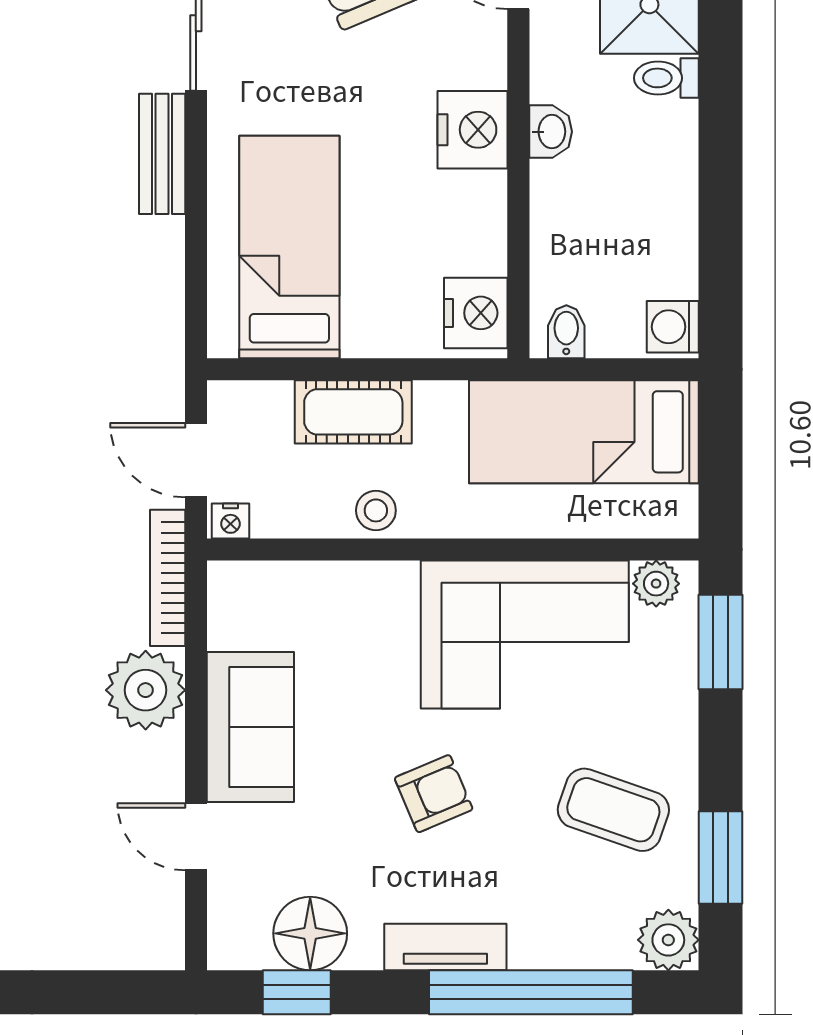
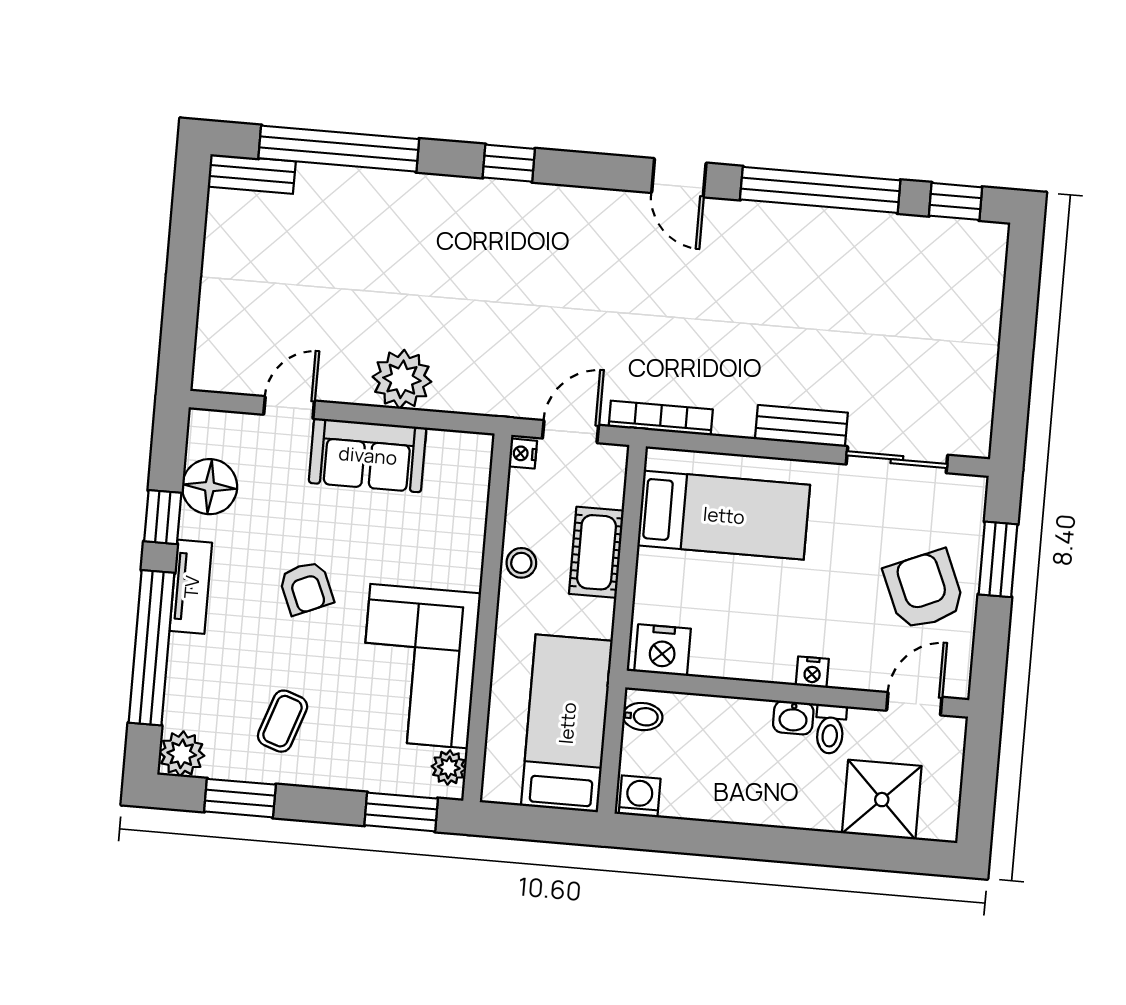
toilet: (666, 78) -> (830, 729), moved, turned 180
nightstand: (472, 130) -> (812, 672), width x0.53, depth x0.56
bookcase: (168, 578) -> (661, 418), moved
coffee table: (613, 810) -> (283, 721), width x0.73, depth x0.77
window: (297, 992) -> (163, 517), moved

